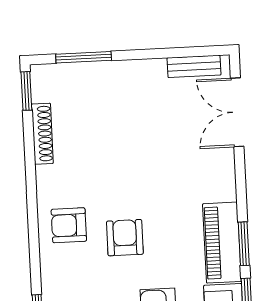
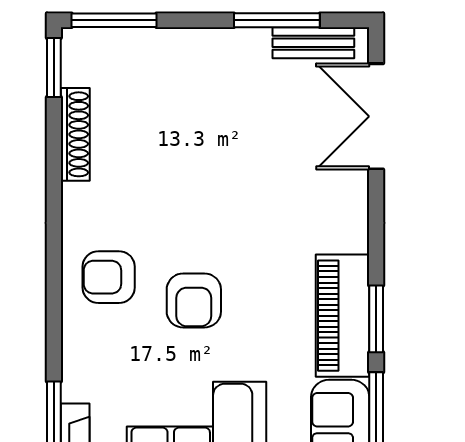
window: (170, 53) -> (277, 20), added
window: (84, 57) -> (114, 20), moved
armchair: (125, 238) -> (194, 300), turned 180

